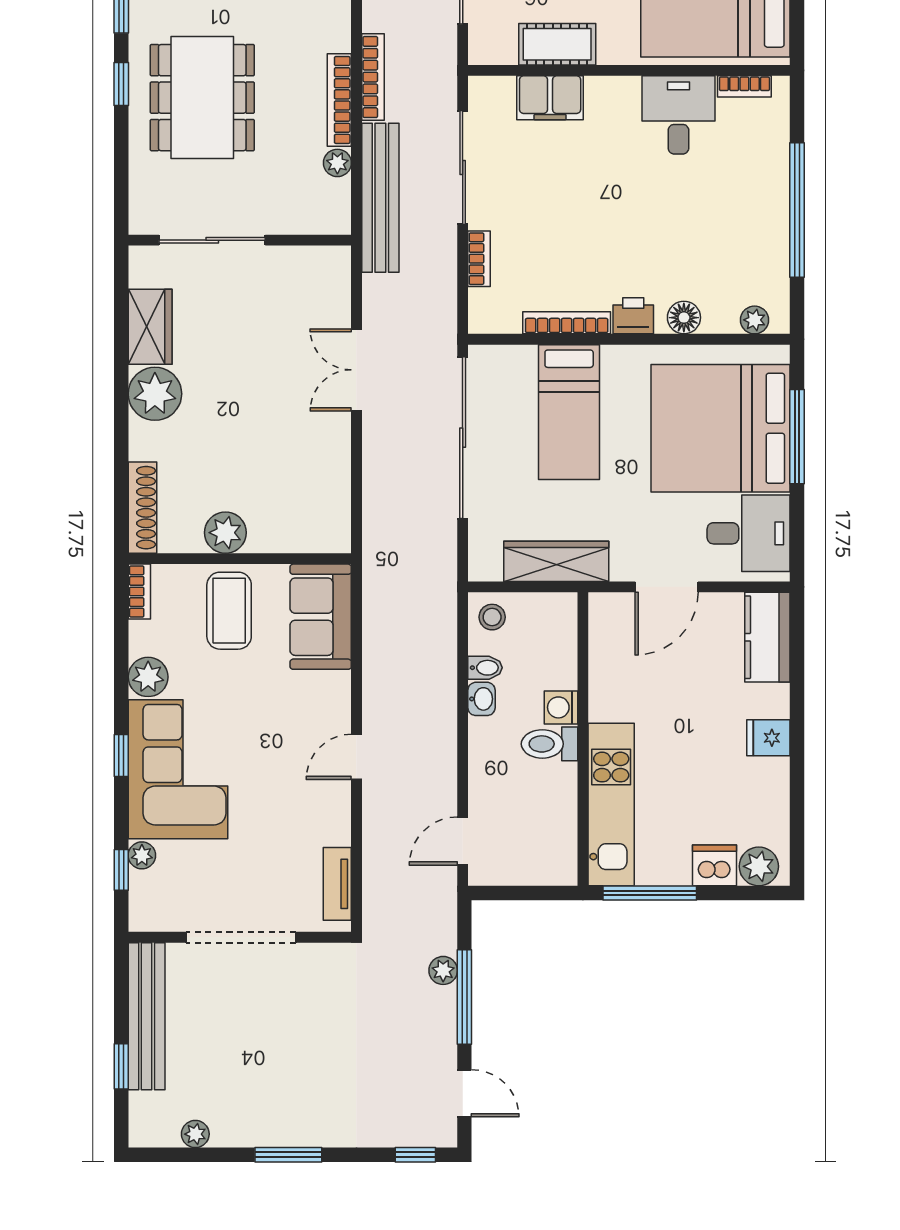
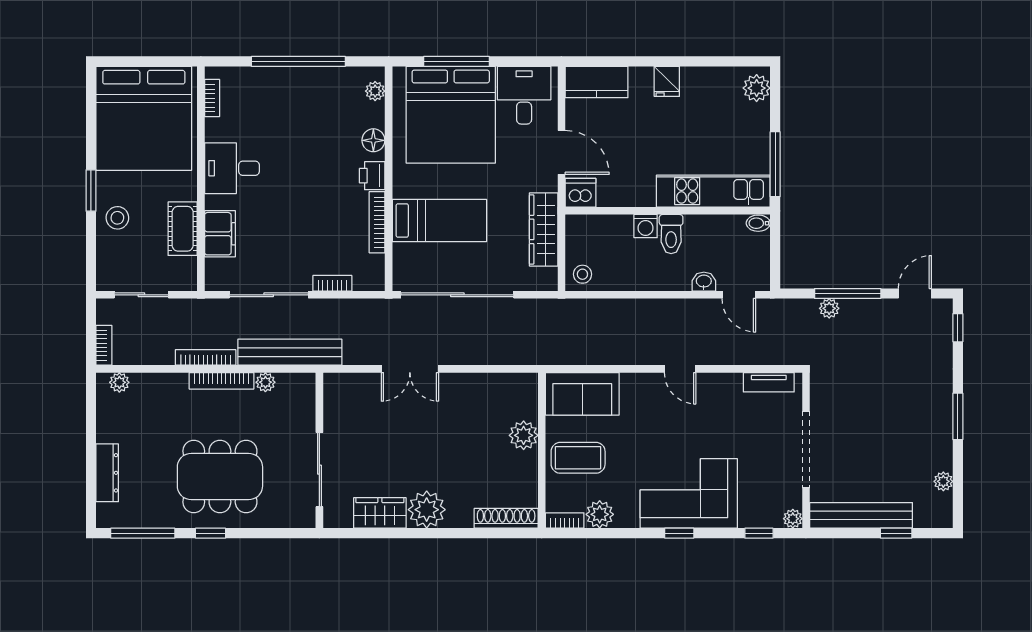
desk: (678, 115) -> (232, 168), moved
plant: (225, 533) -> (524, 435), moved
bidet: (485, 668) -> (758, 223), moved, turned -90
plant: (148, 677) -> (600, 514), moved
washbasin: (481, 699) -> (704, 282), moved
plant: (142, 855) -> (793, 519), moved
dishwasher: (715, 865) -> (580, 193), moved, turned 90

